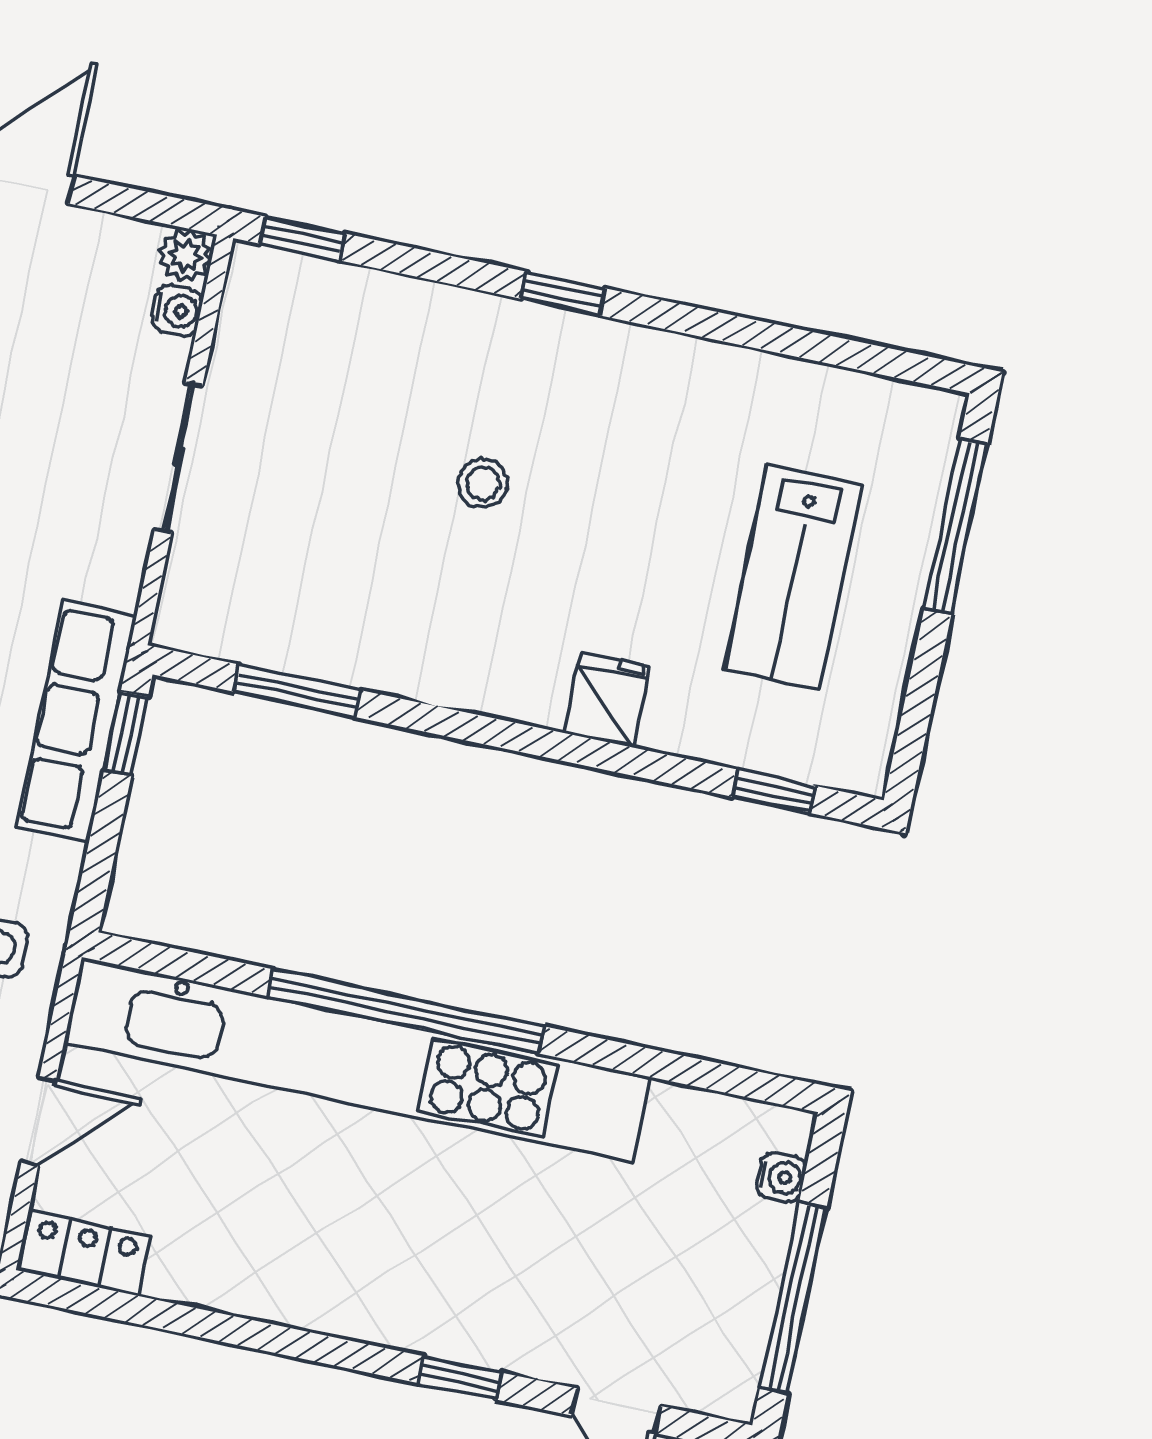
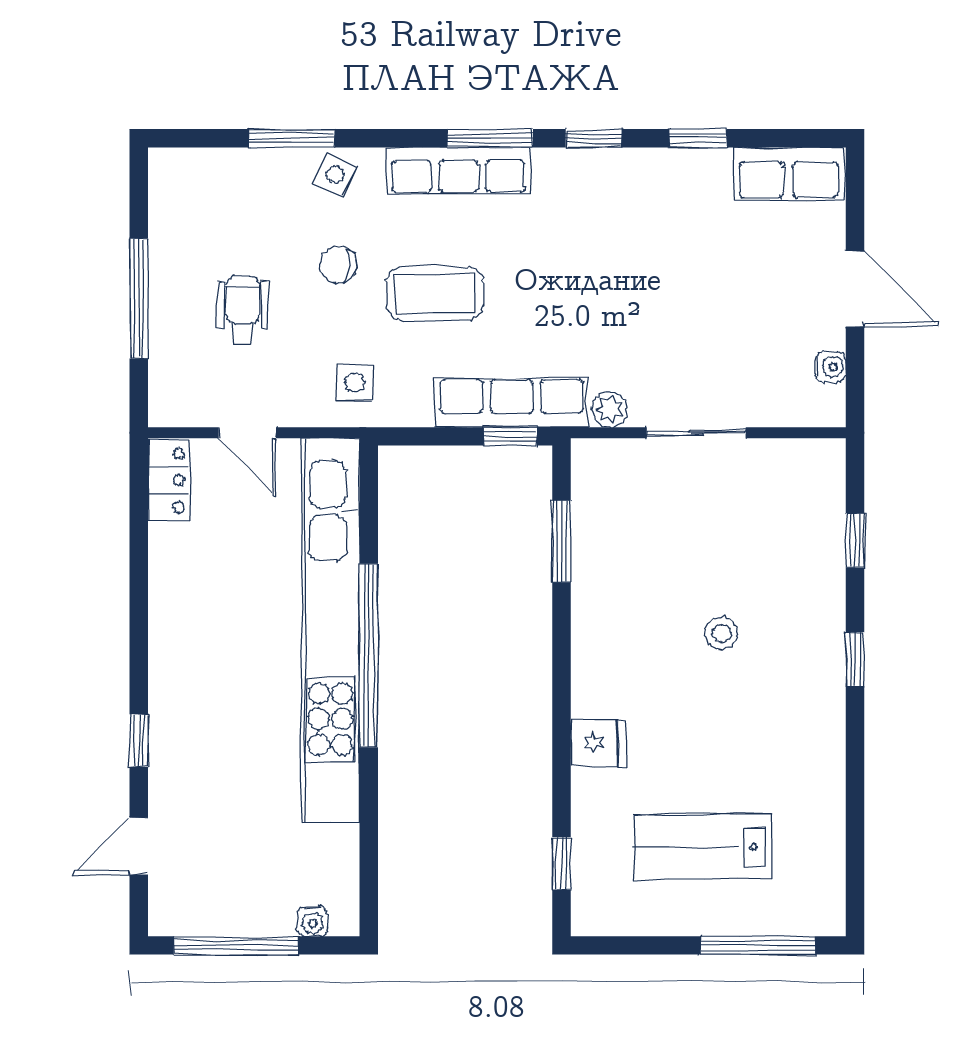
window: (302, 239) -> (855, 540), moved
plant: (185, 255) -> (610, 410), moved
water cooler: (177, 310) -> (830, 367), moved, turned -90

